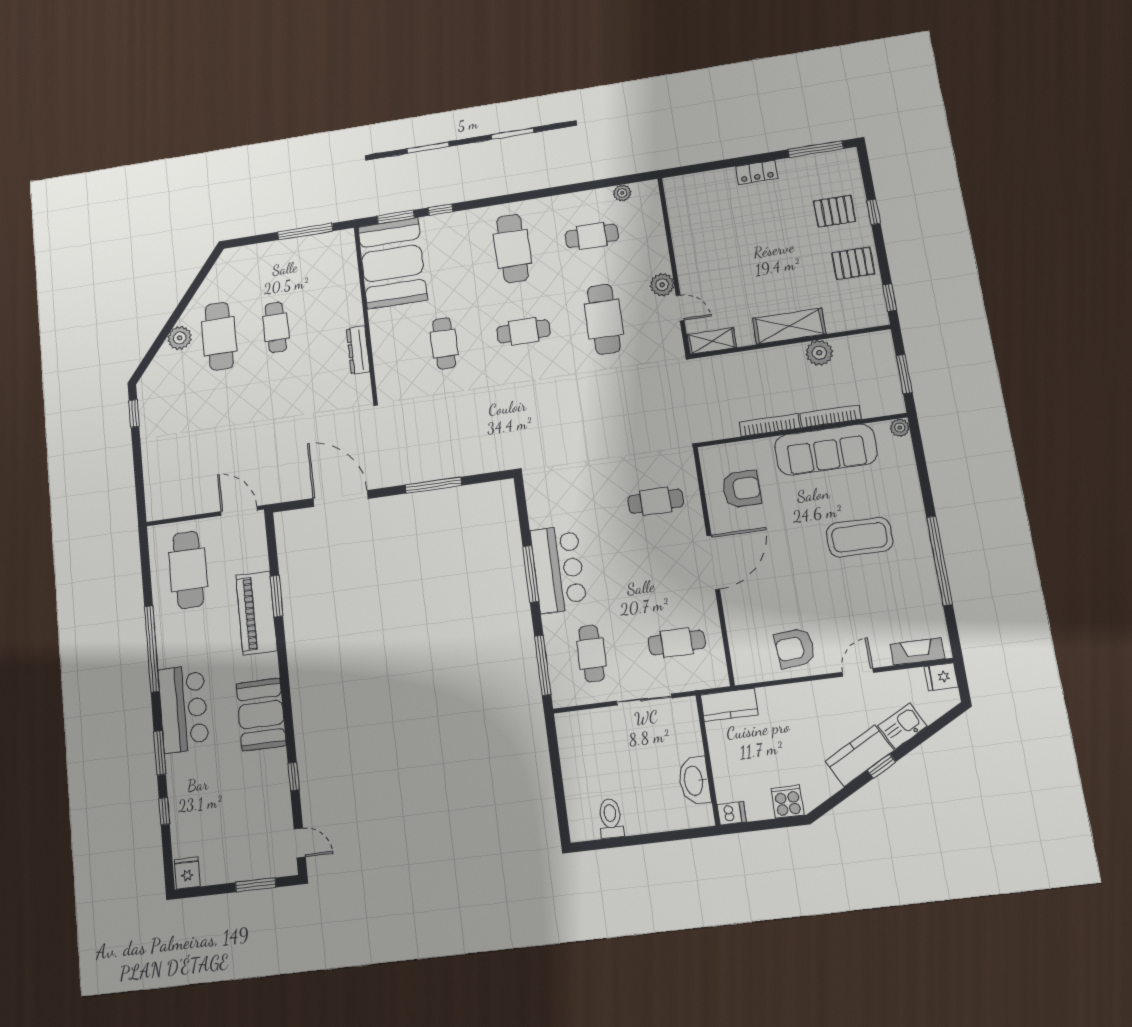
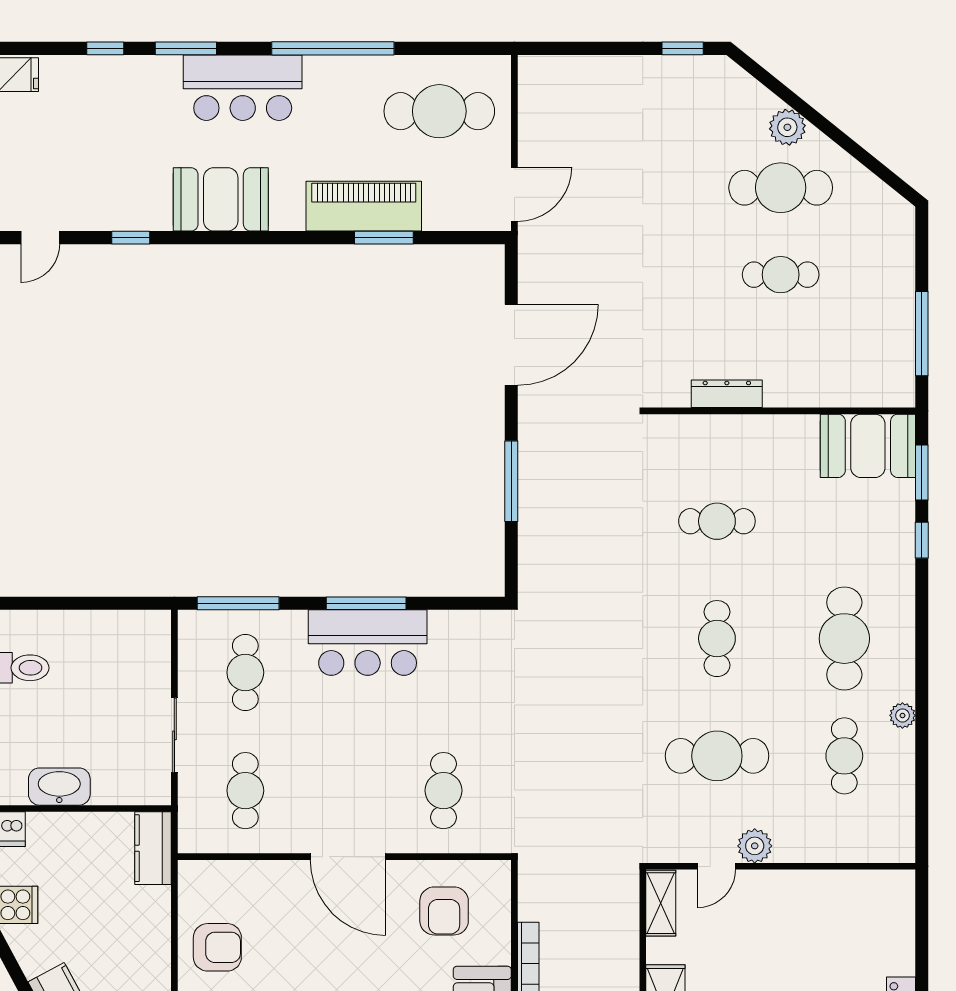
plant: (622, 193) -> (902, 715), moved
cafe table: (512, 249) -> (844, 639), turned 90
booth: (393, 263) -> (868, 446), width x0.73, depth x0.70
armchair: (795, 648) -> (217, 947), turned 95
cafe table: (592, 654) -> (245, 673), turned 90

